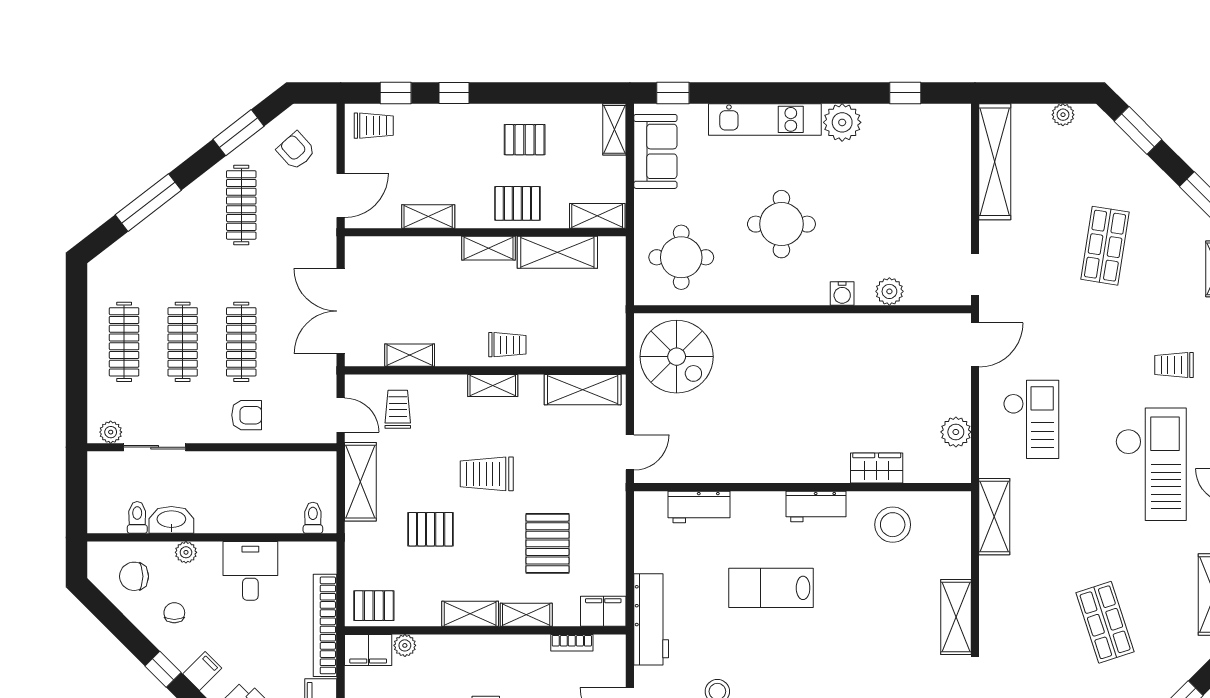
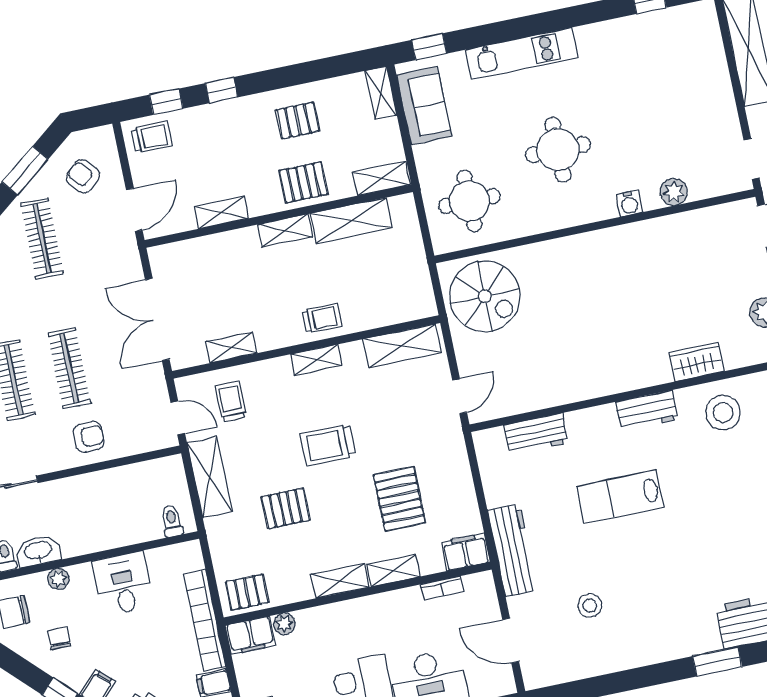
plant: (842, 122) -> (595, 41), removed

